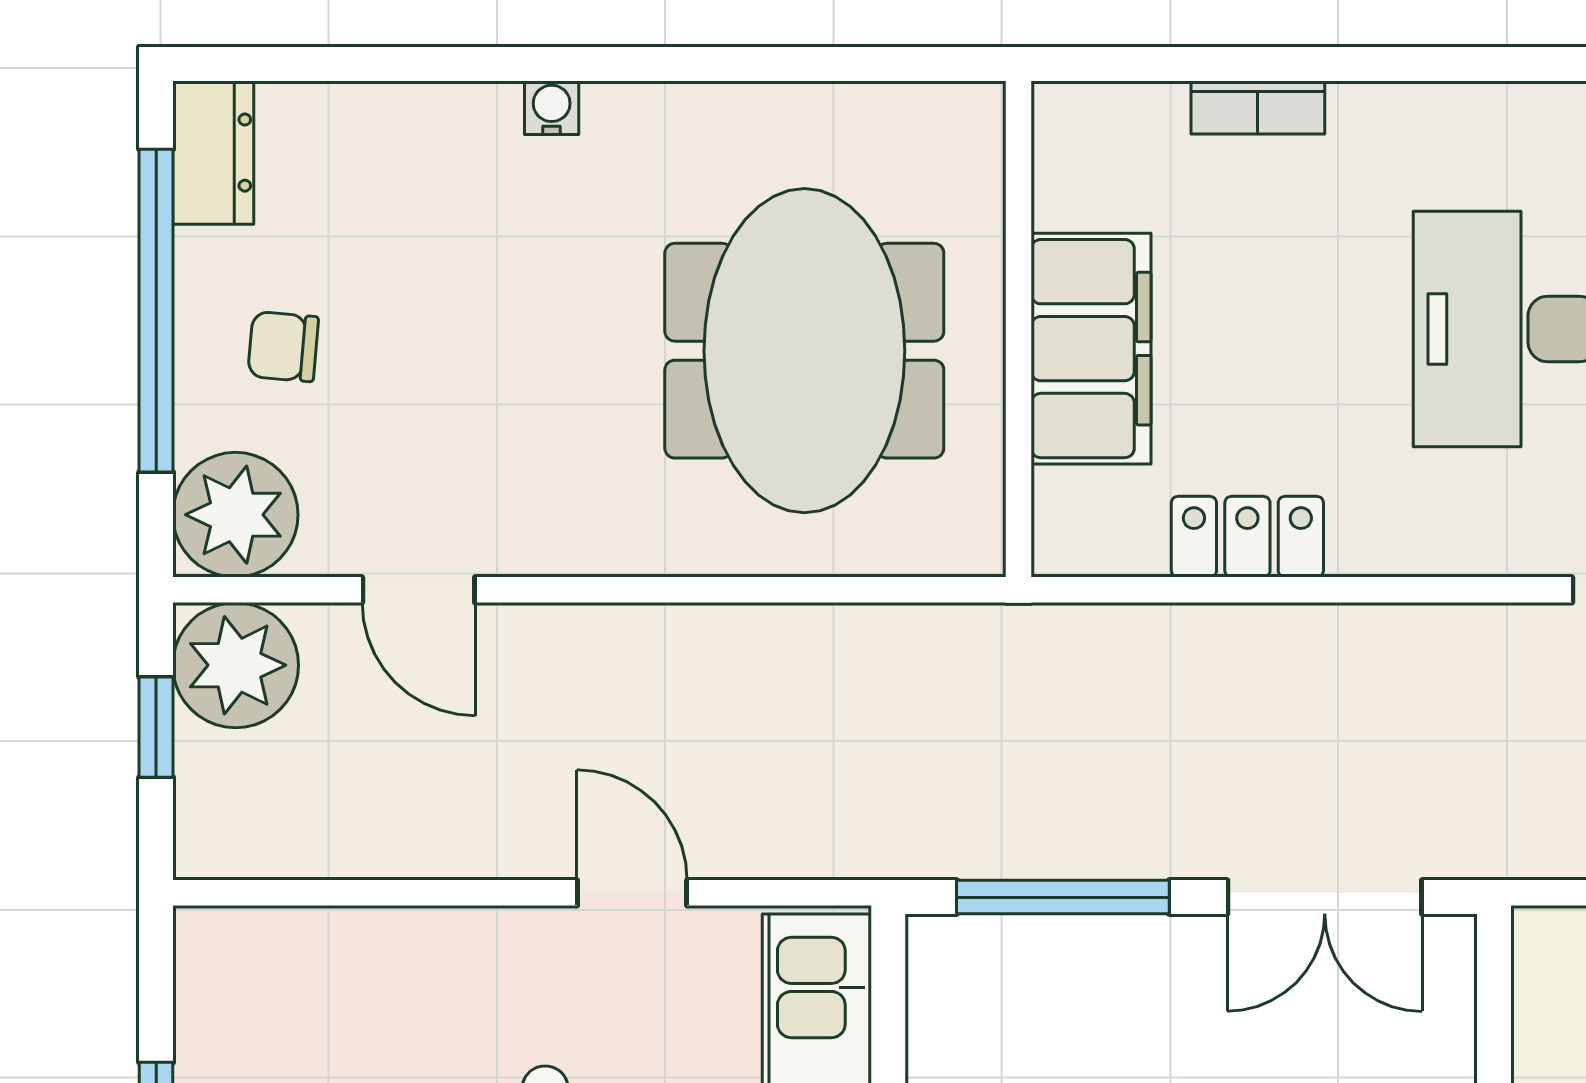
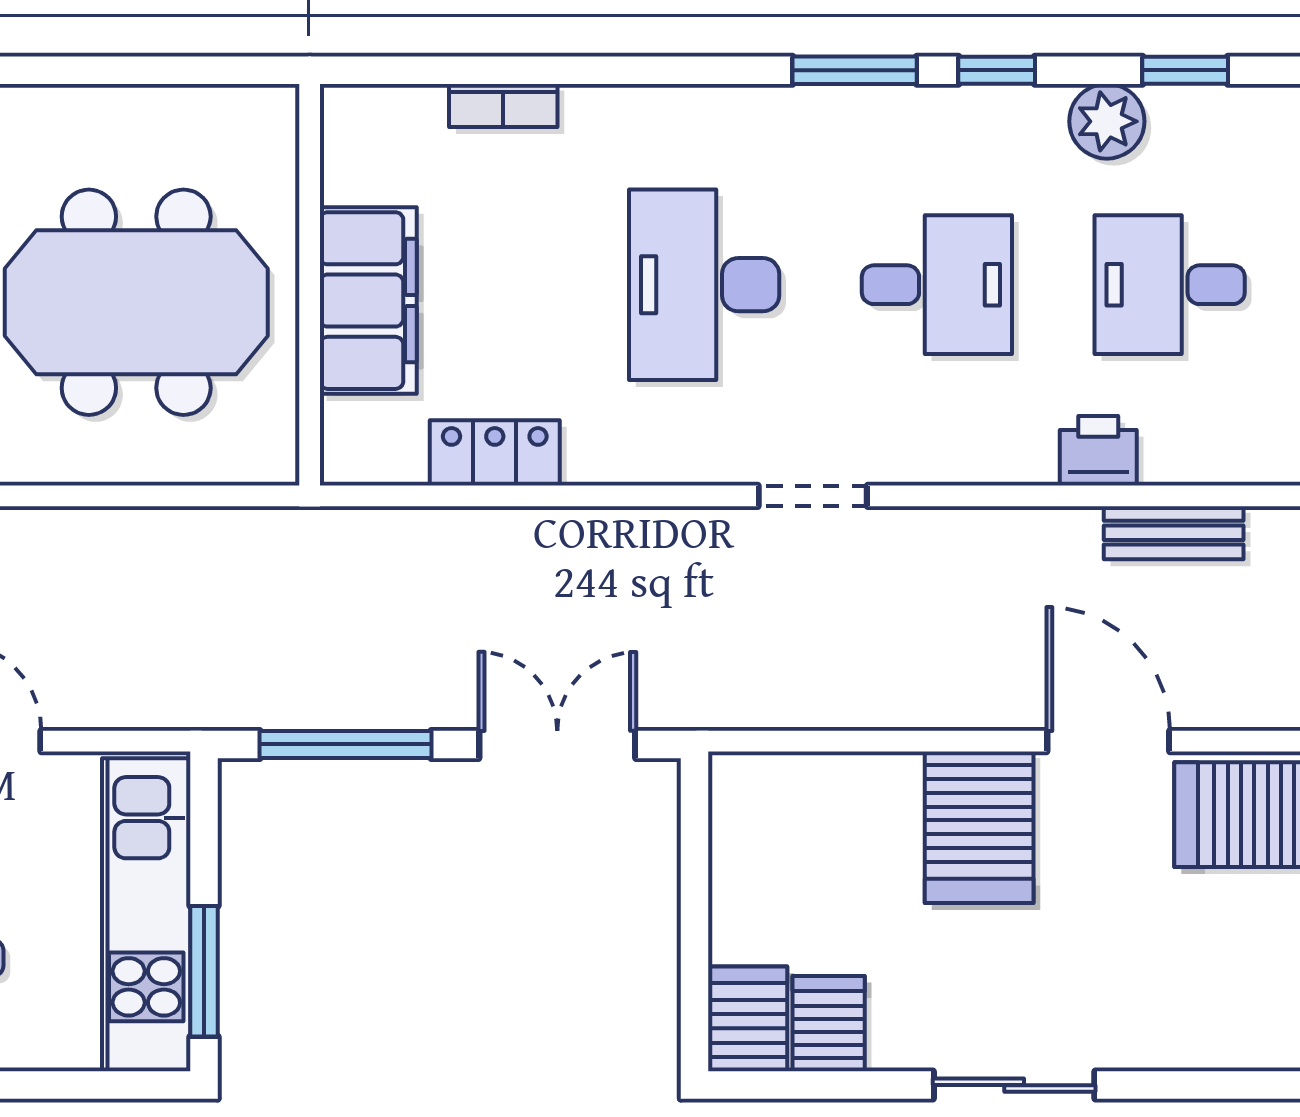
meeting table: (804, 351) -> (136, 302), turned 90
double door: (1325, 897) -> (557, 744), swing flipped

